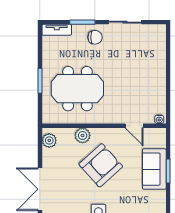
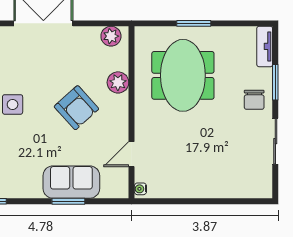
armchair: (101, 165) -> (76, 108), width x0.73, depth x0.73

